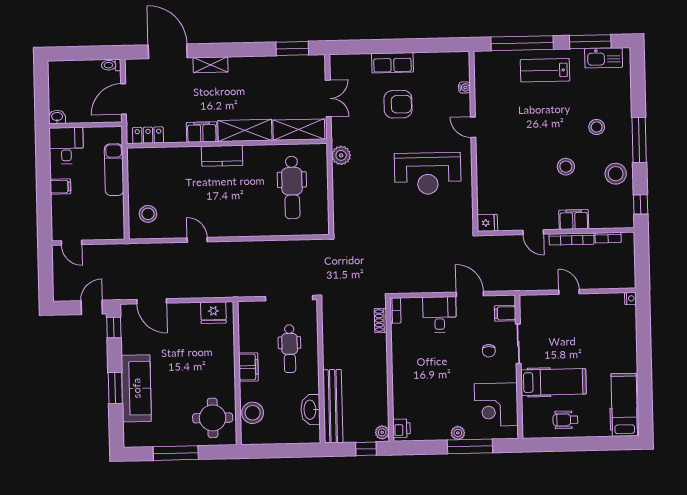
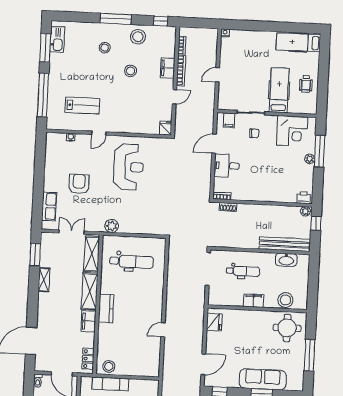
row of seats: (392, 63) -> (49, 206), moved
shelving: (210, 65) -> (44, 280), moved
lab bench: (545, 70) -> (82, 105), moved, turned -90
stool: (148, 214) -> (109, 366), moved

